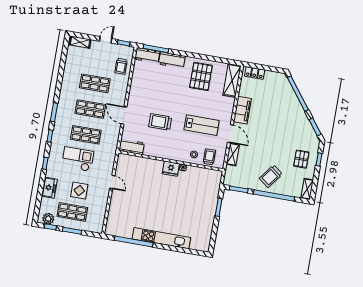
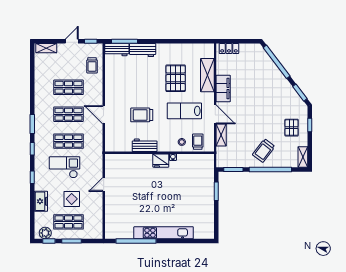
pallet: (201, 76) -> (176, 78), moved
shelving: (232, 80) -> (207, 75), moved
lab bench: (202, 125) -> (184, 111), turned 180
workbench: (132, 147) -> (145, 145), moved
door: (112, 182) -> (104, 184), swing flipped

